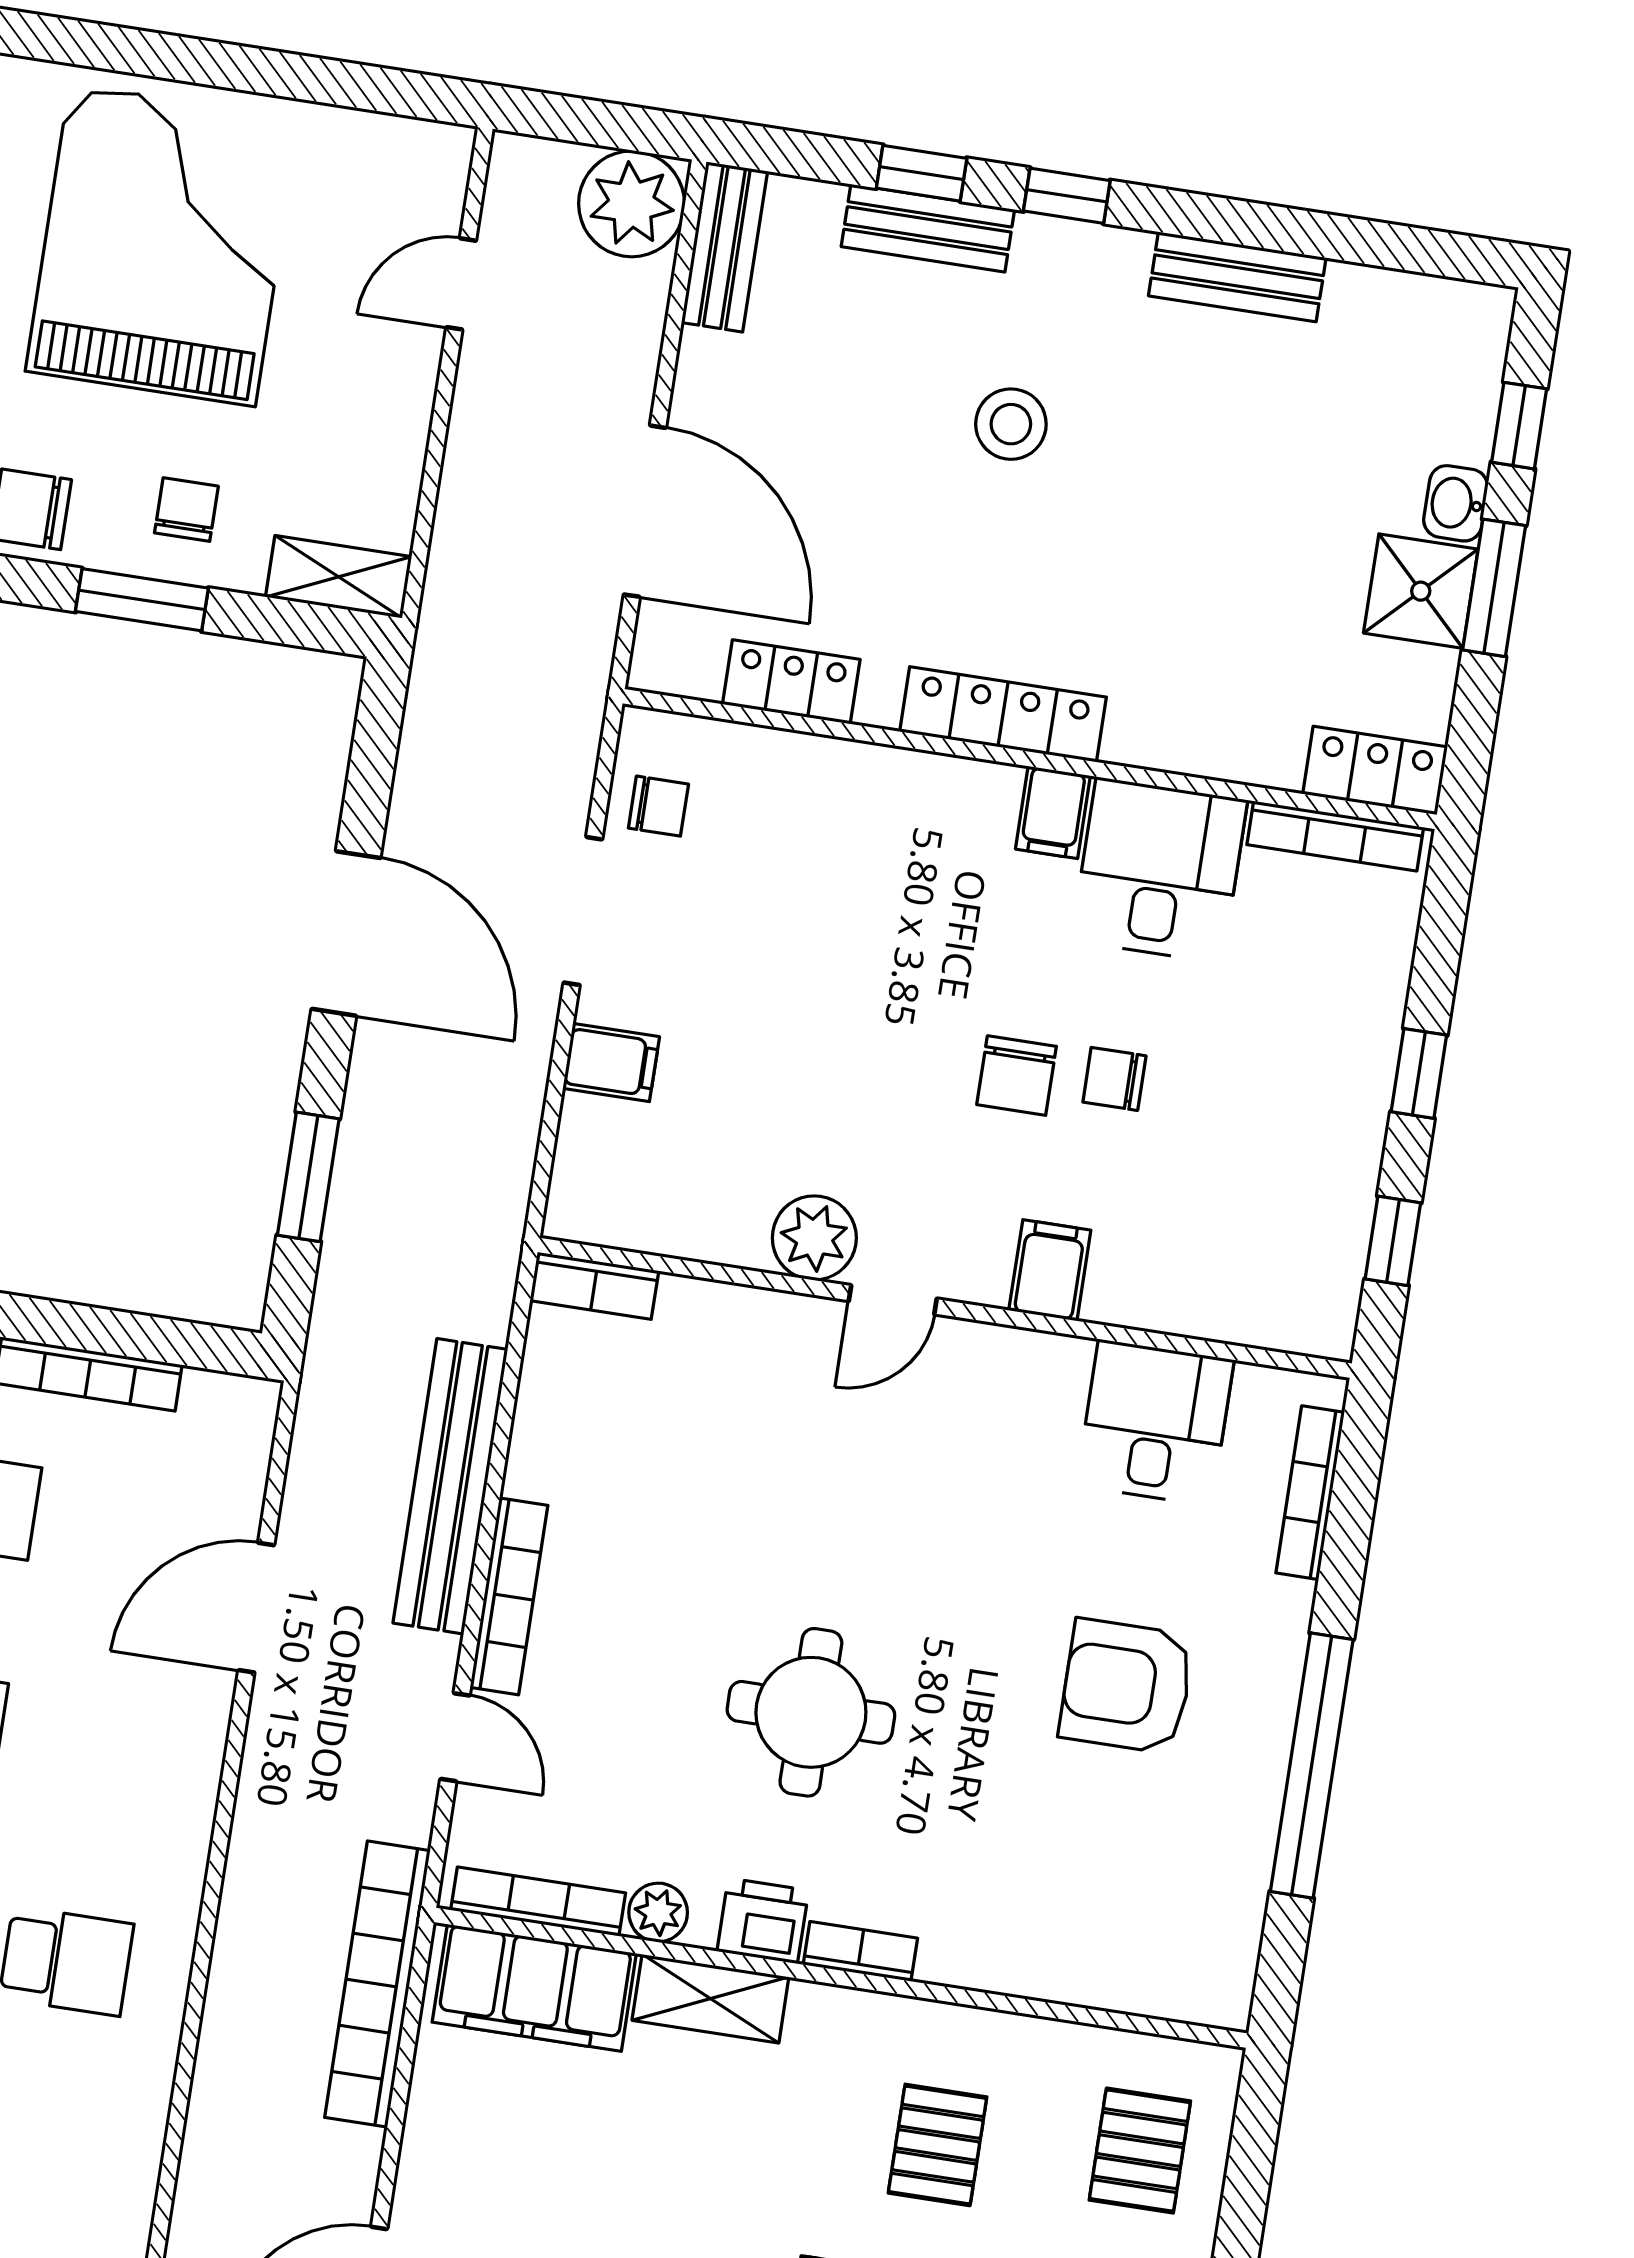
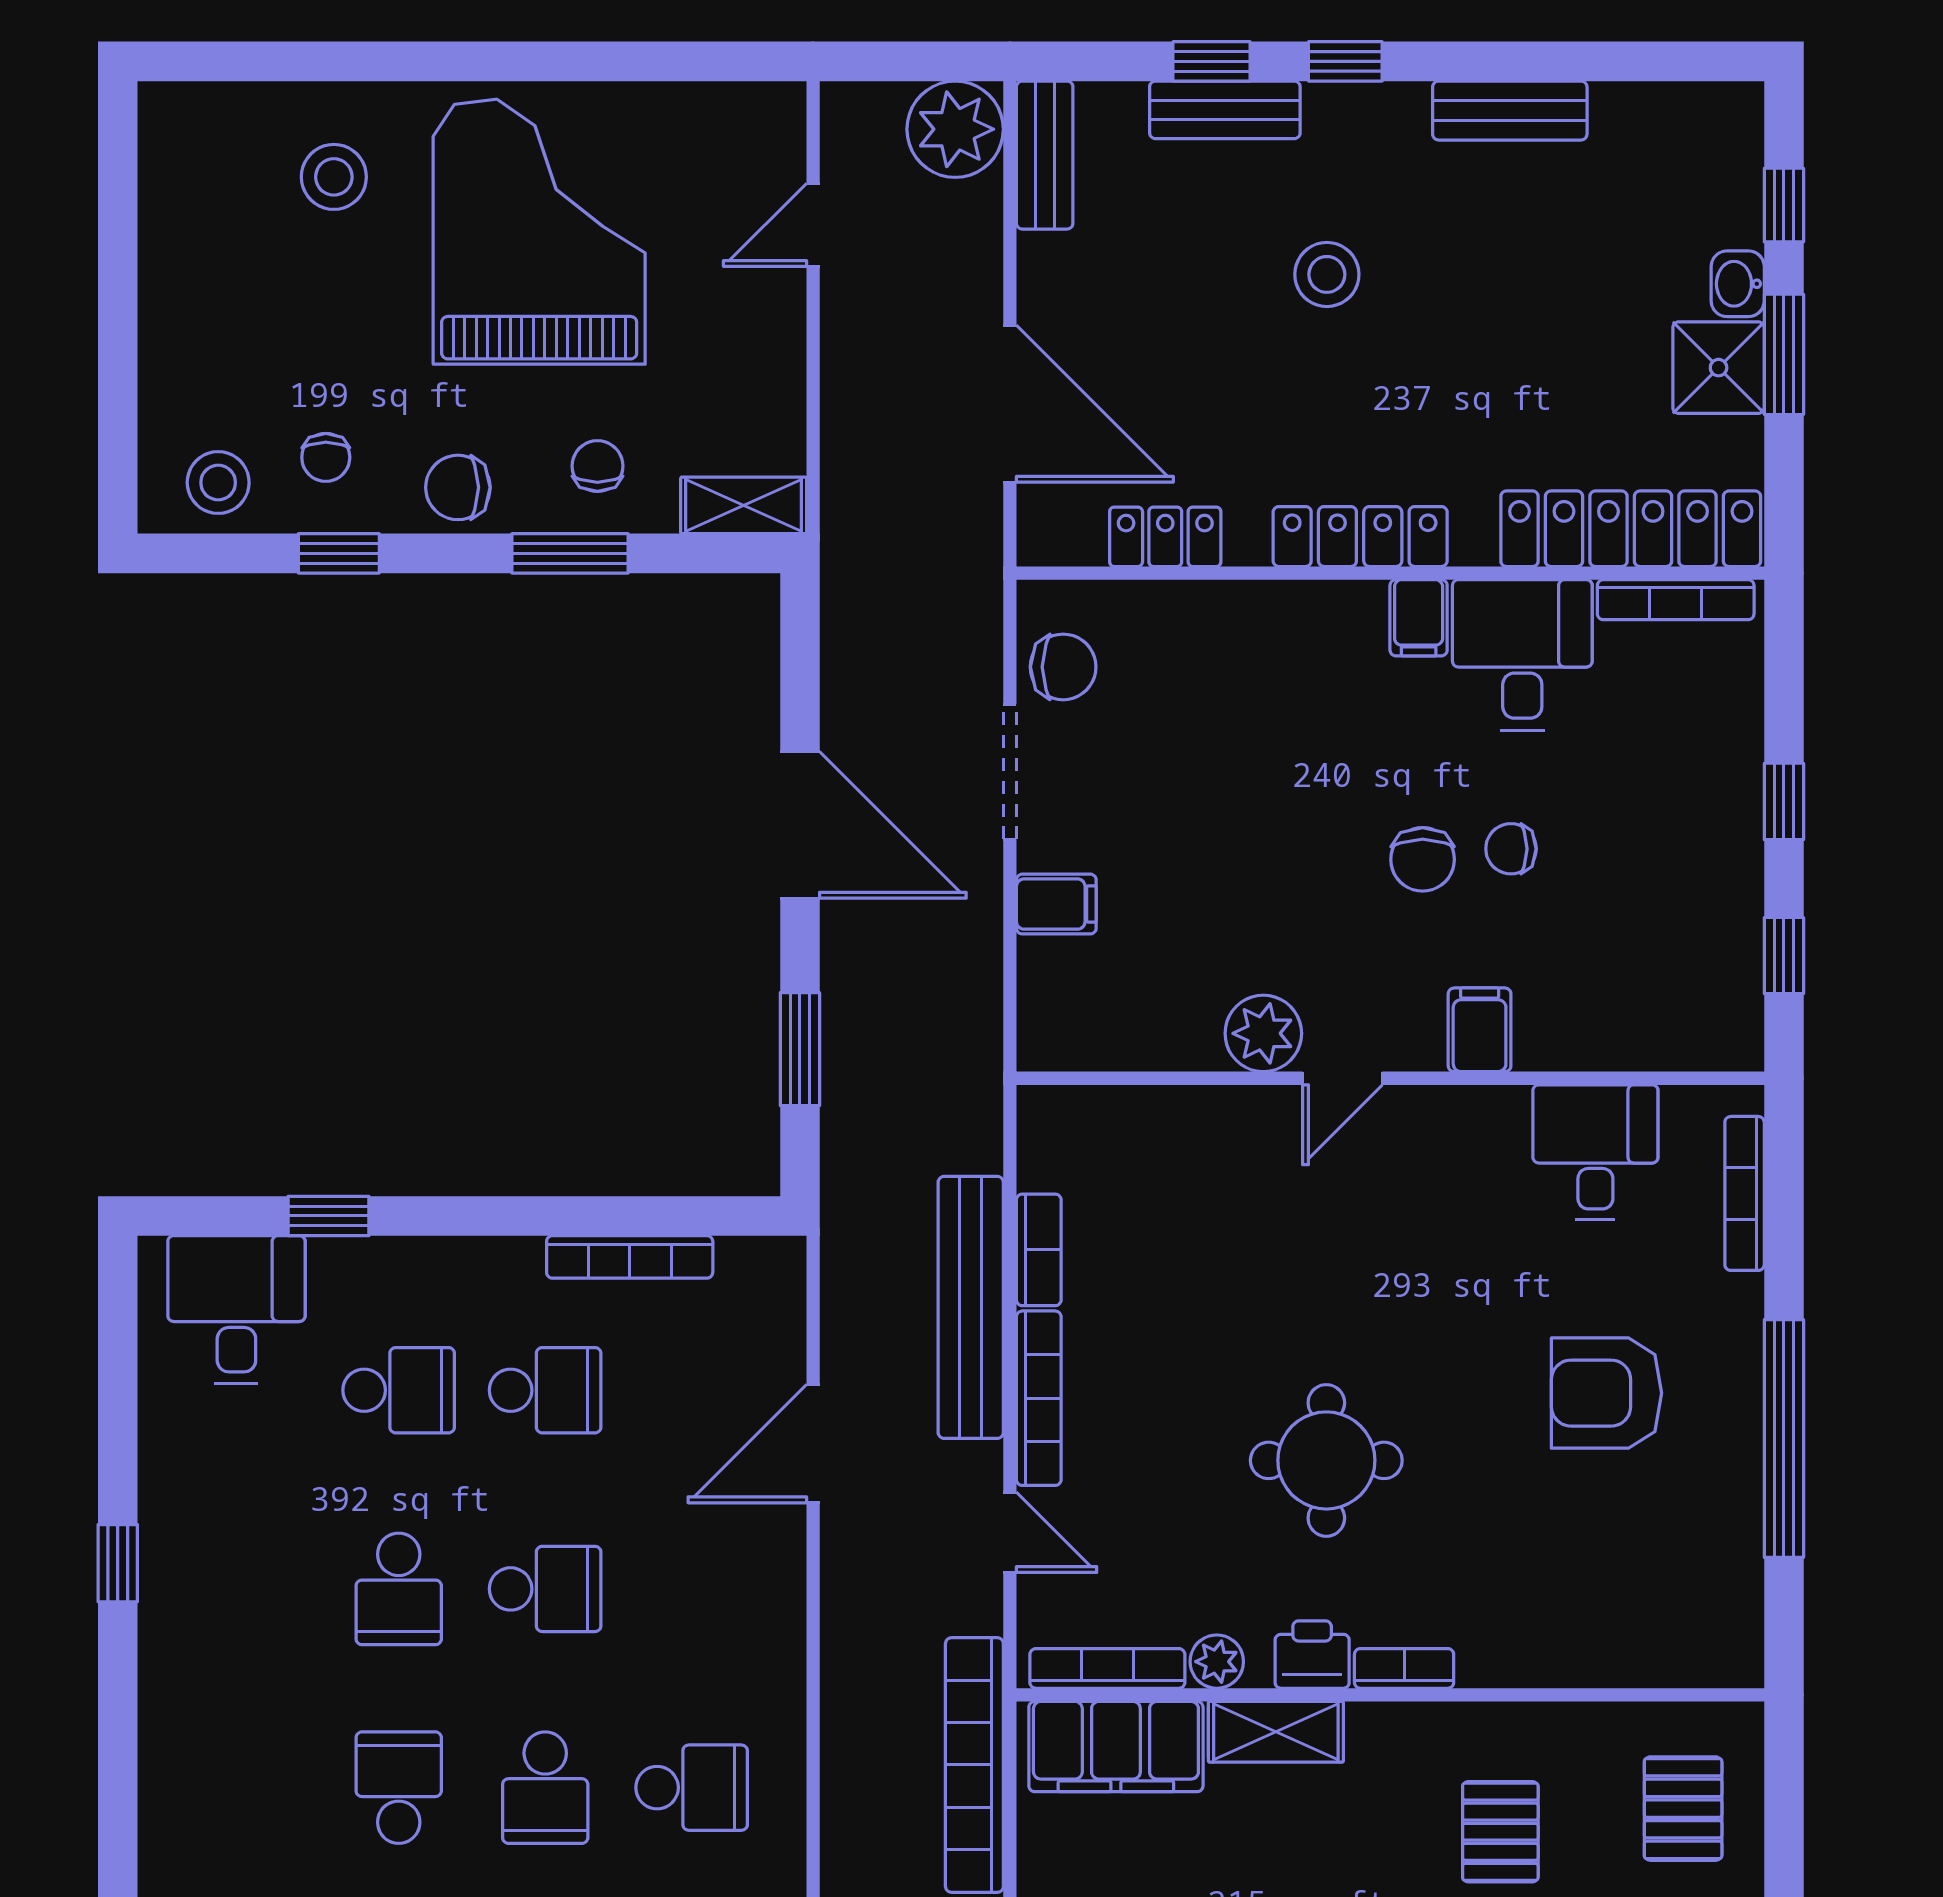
locker: (1375, 771) -> (1631, 529), width x2.16, depth x1.21
chair: (658, 806) -> (1063, 667), width x1.37, depth x1.37
bookcase: (594, 1286) -> (1039, 1250), moved, turned -90

